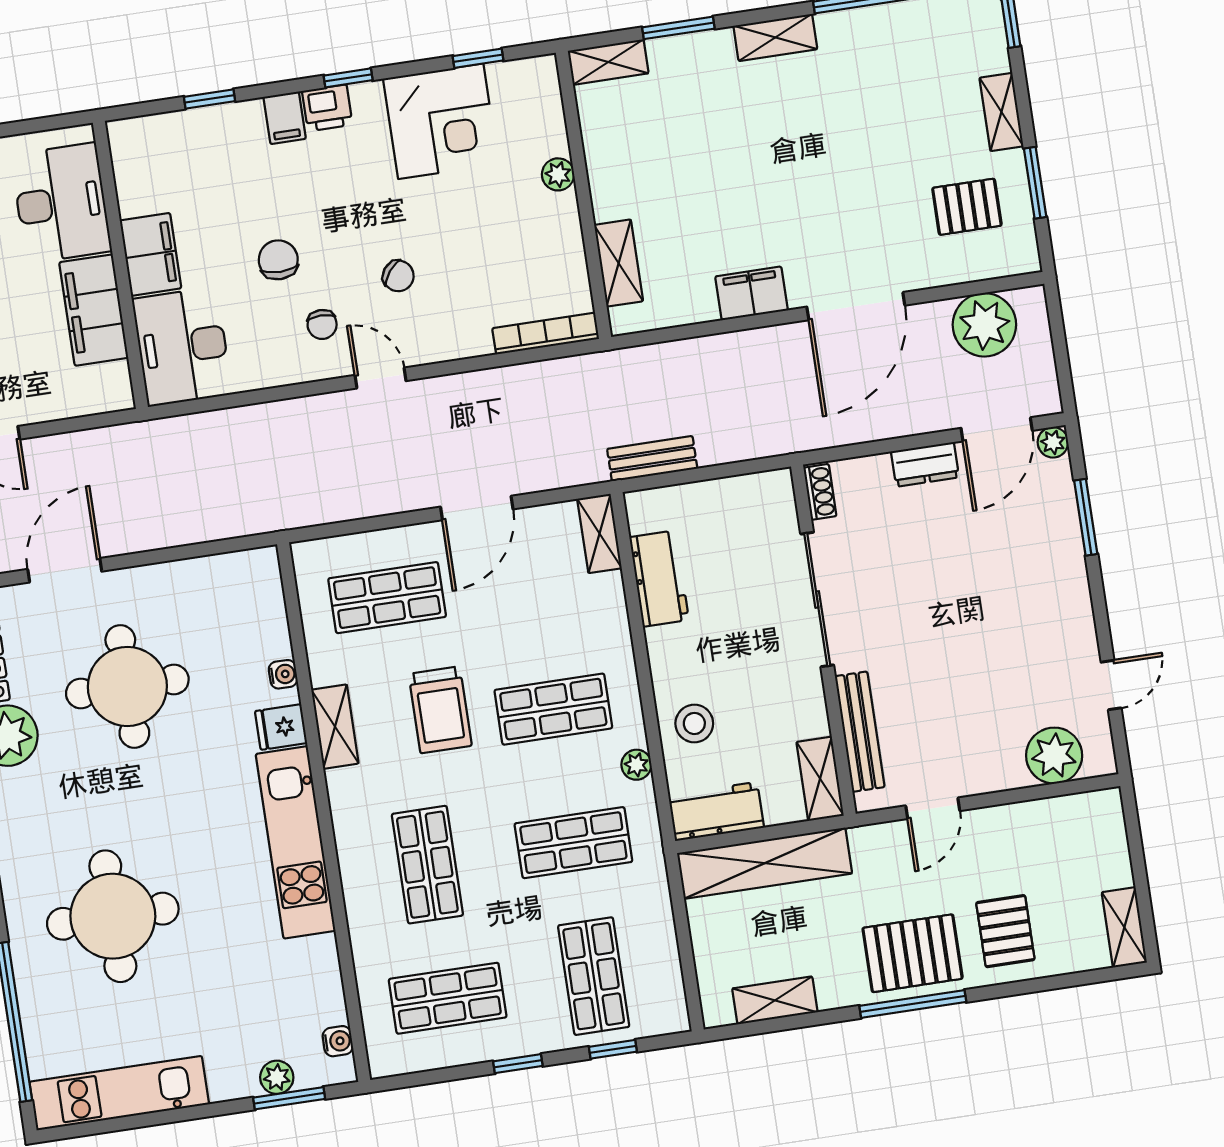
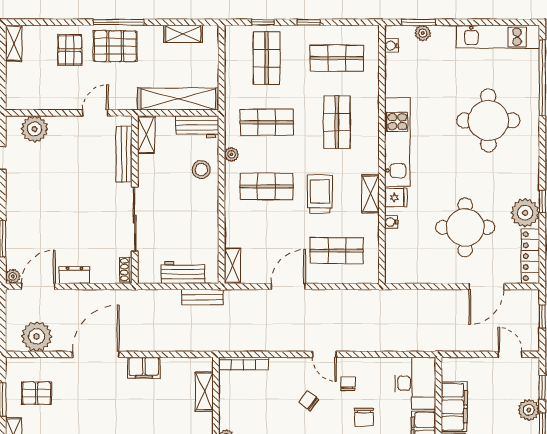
workbench: (659, 579) -> (183, 272), moved, turned 90

